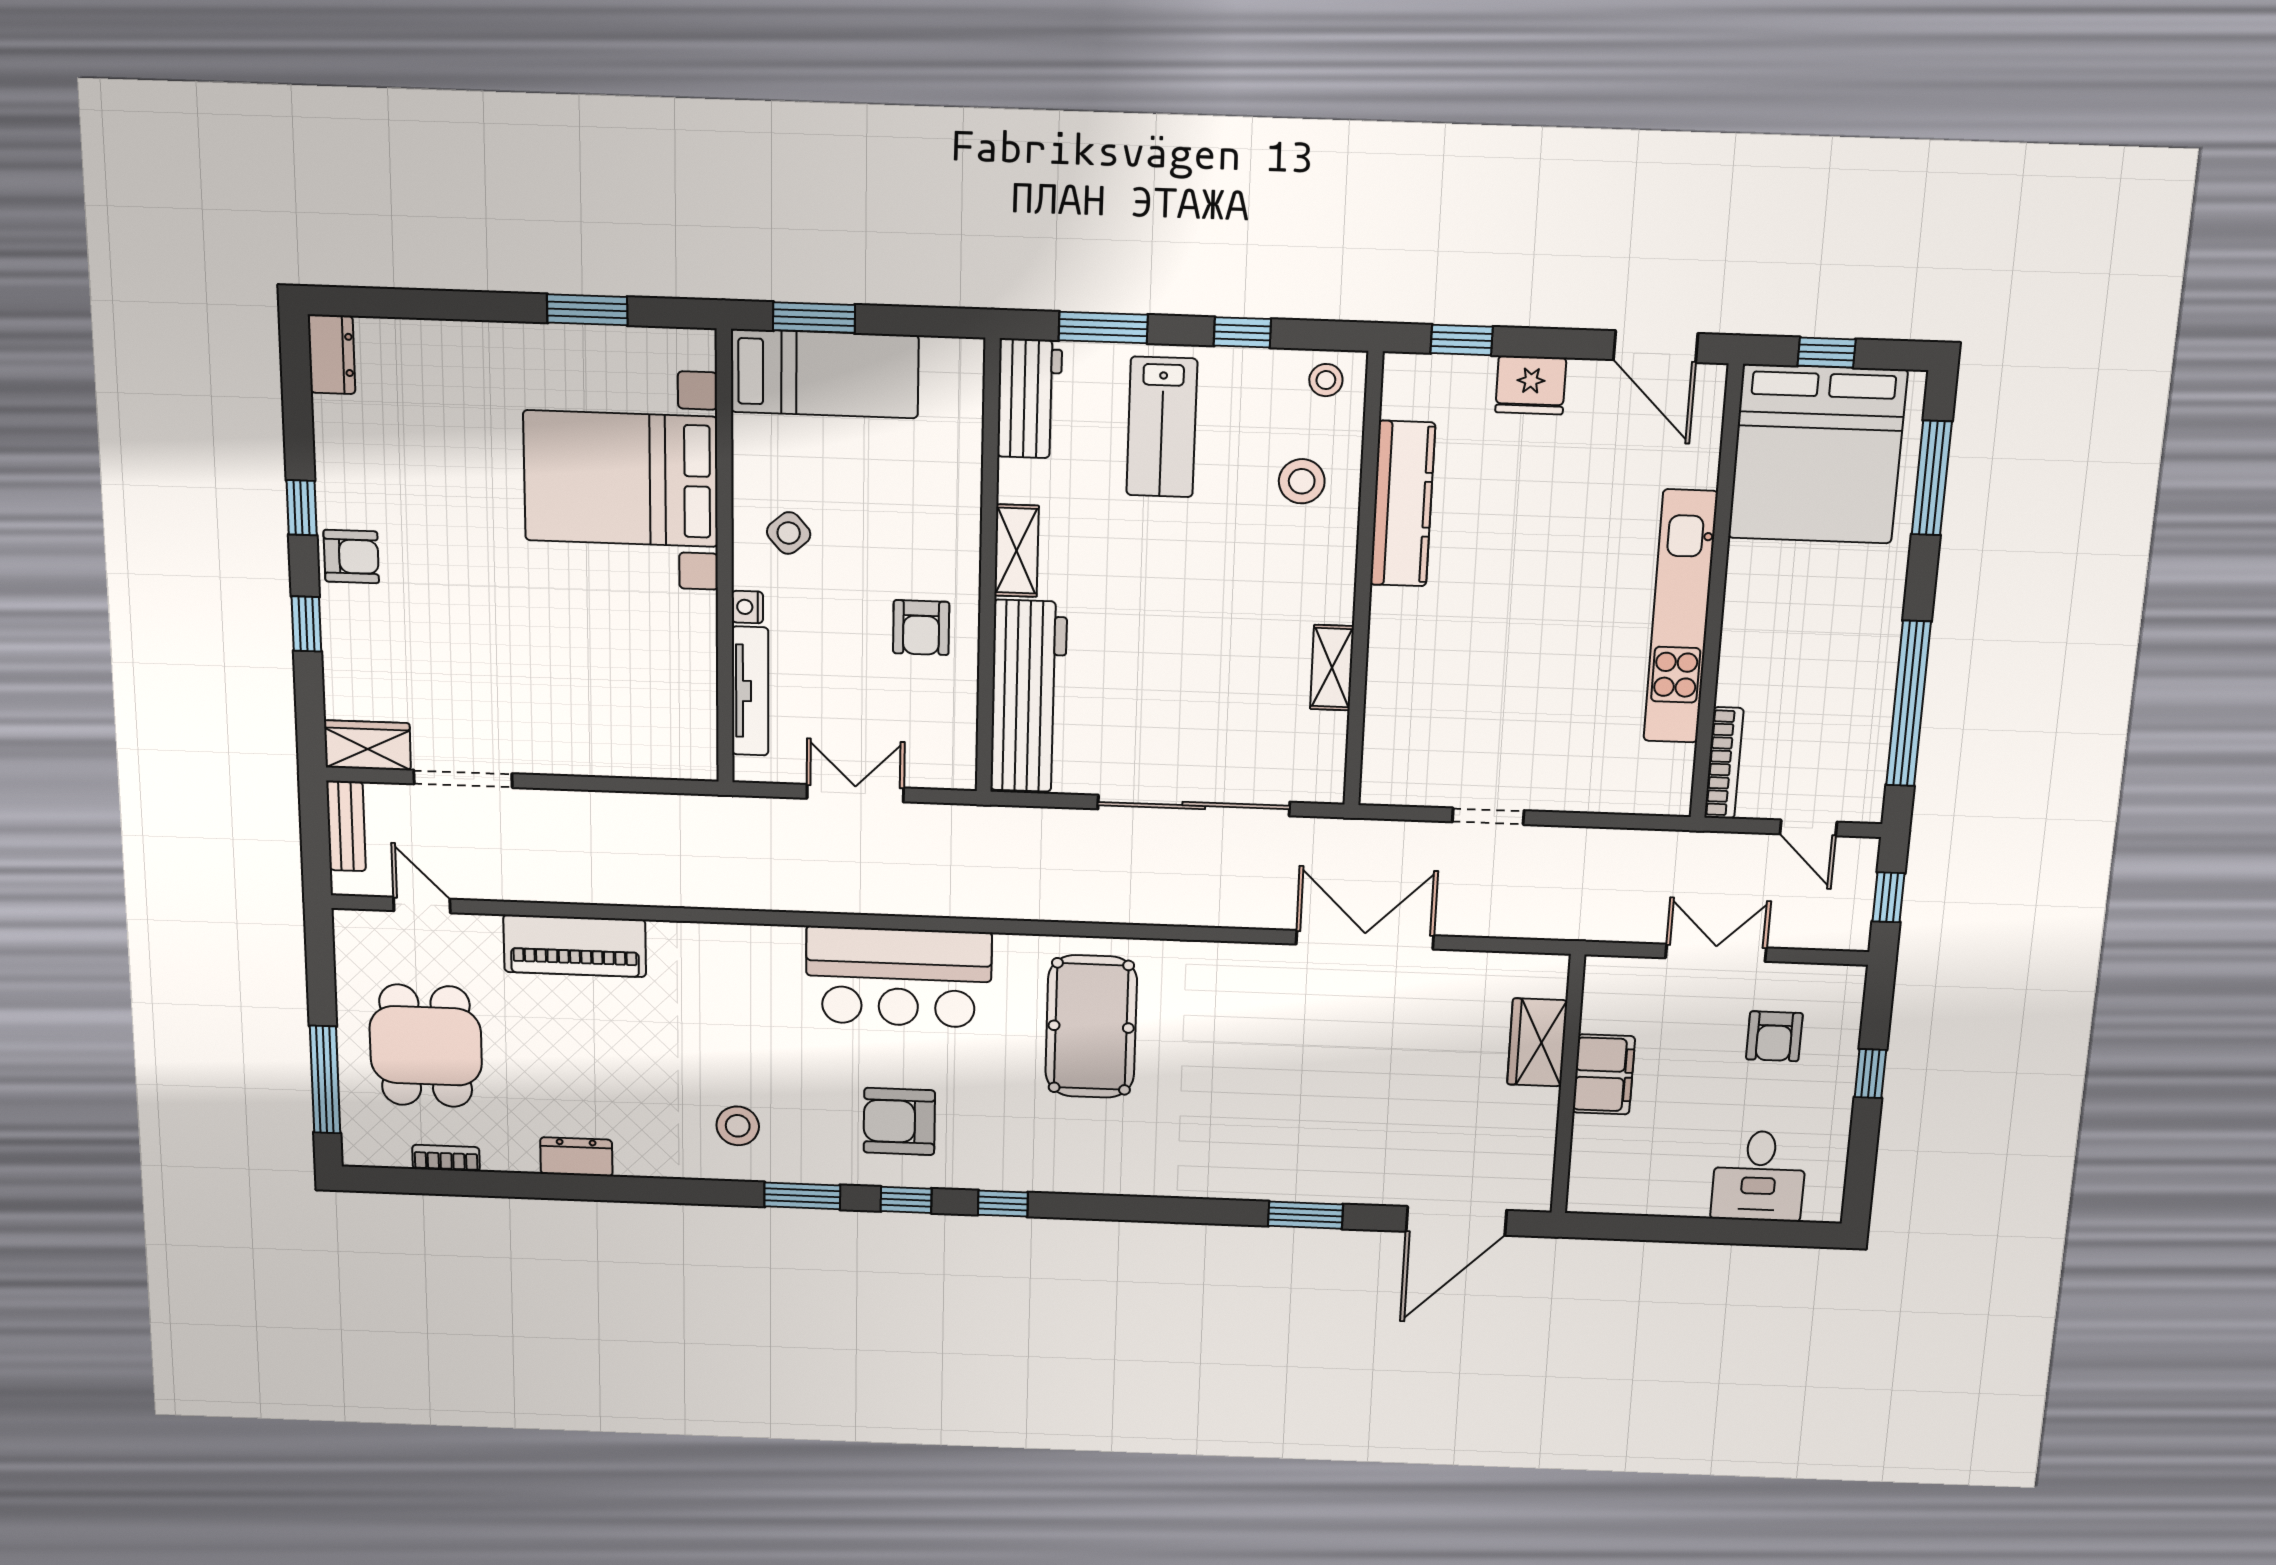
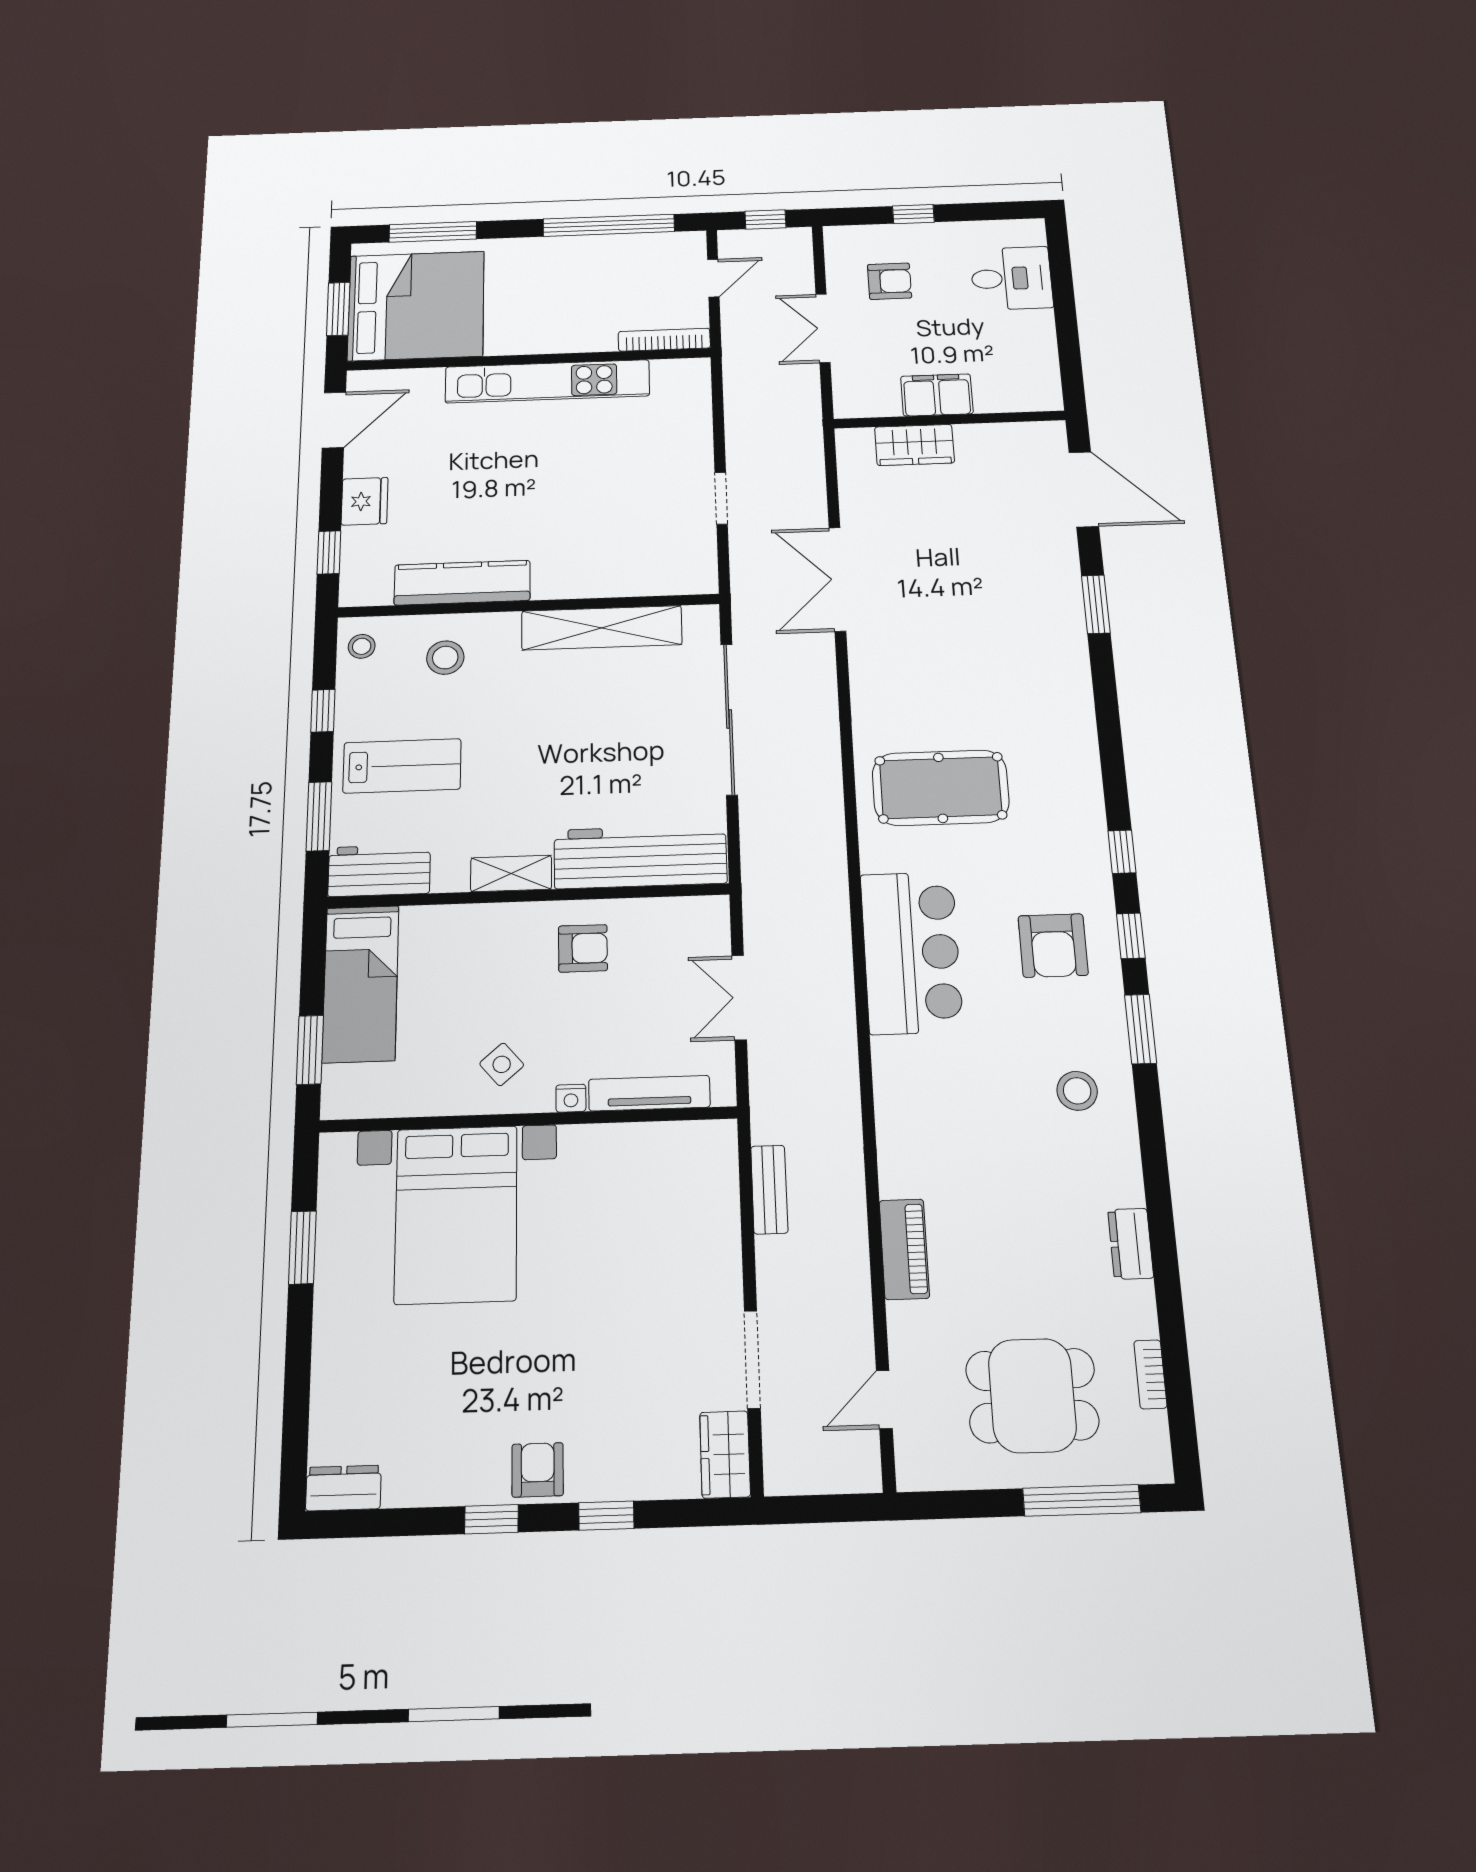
window: (1827, 353) -> (338, 309), width x1.50
bed: (825, 374) -> (361, 984), moved, turned 180
shelving: (1332, 668) -> (602, 628), width x2.20, depth x1.33
bench: (346, 826) -> (769, 1189), moved, turned 90
piano: (575, 946) -> (904, 1249), width x0.73, depth x0.75

